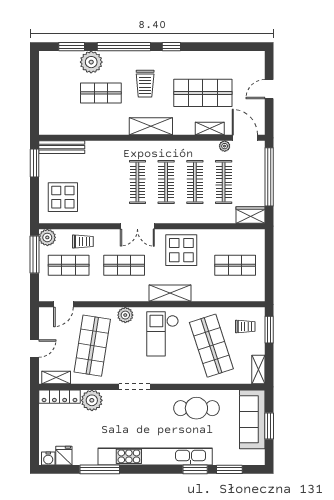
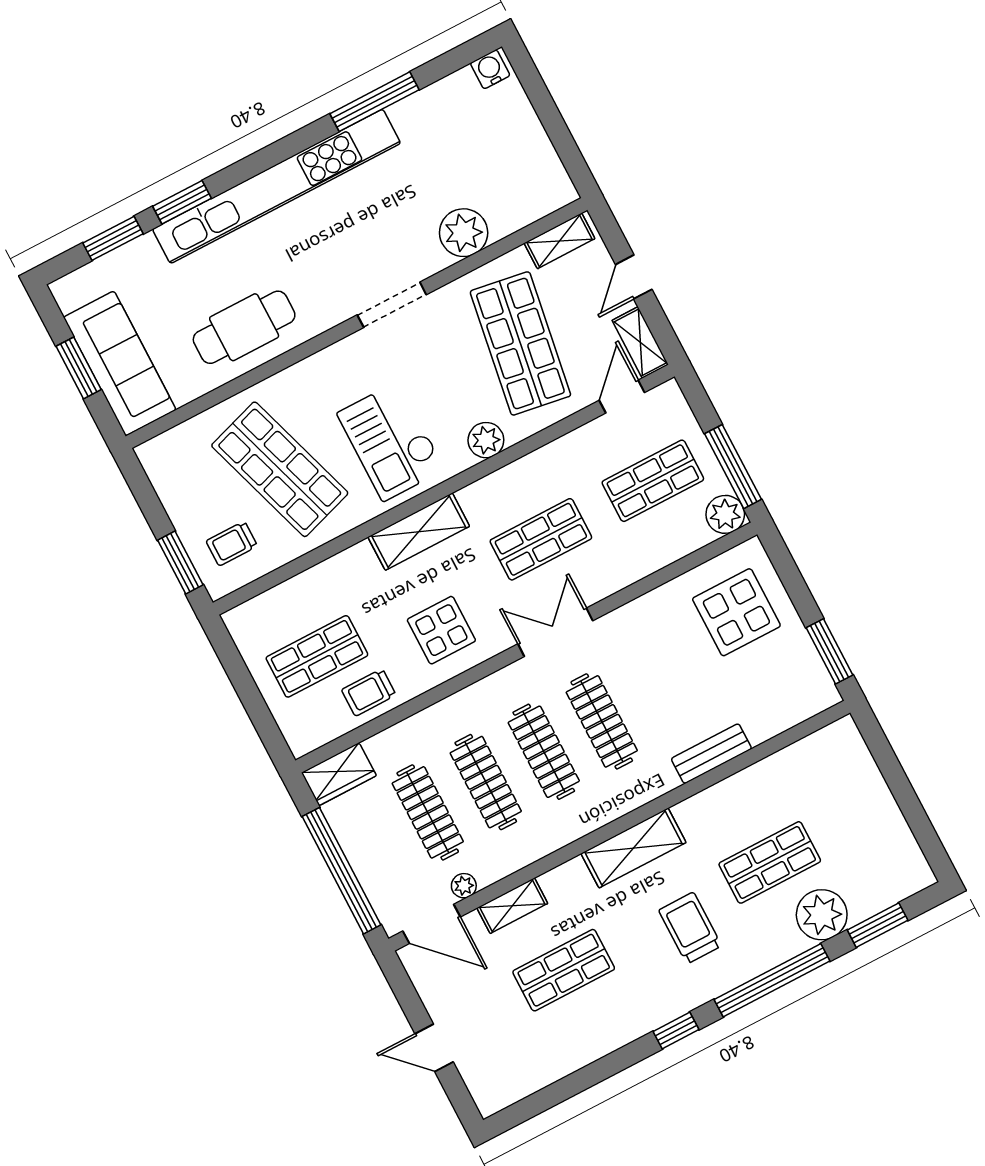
door: (269, 89) -> (434, 1048), swing flipped
shop shelf: (203, 93) -> (564, 970), width x0.70, depth x0.74
bench: (62, 147) -> (711, 754), moved, width x0.73
trolley: (83, 242) -> (369, 692), moved
display table: (181, 250) -> (441, 630), width x0.73, depth x0.73
checkout: (163, 334) -> (391, 441), turned 180
shelving: (258, 370) -> (640, 342), moved
locker: (60, 397) -> (533, 206), removed
fridge: (64, 456) -> (462, 91), removed

